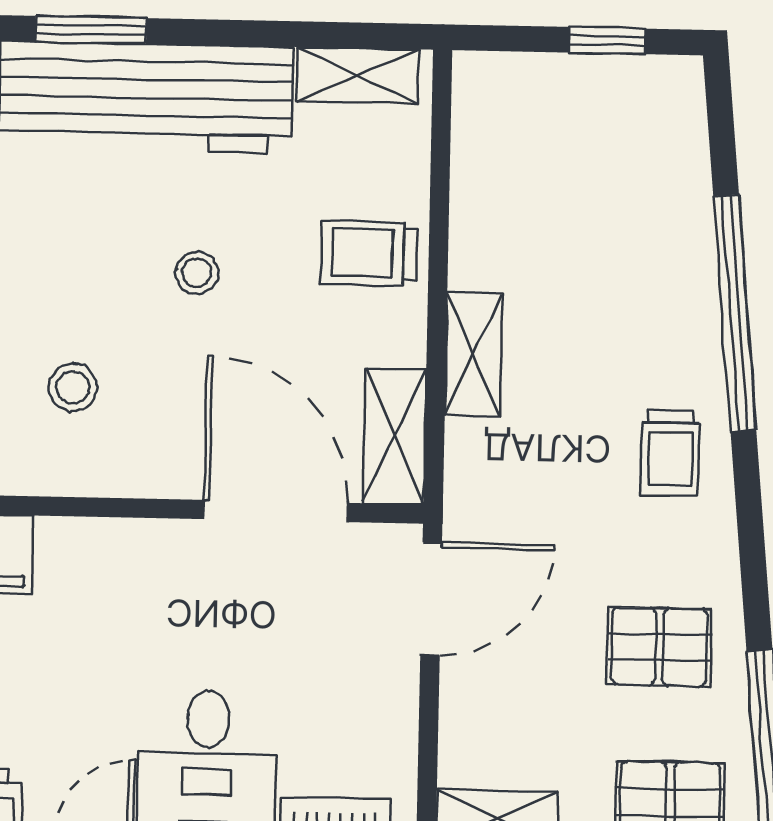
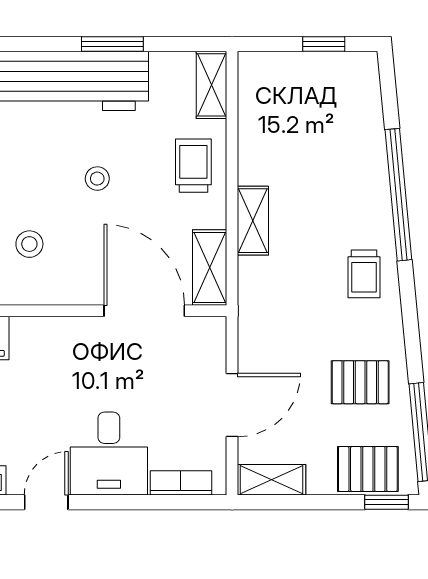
window: (91, 30) -> (112, 44), moved
shelving: (358, 75) -> (212, 85), moved, turned 90
trolley: (369, 253) -> (193, 166), turned 90
door: (431, 599) -> (232, 405), moved

